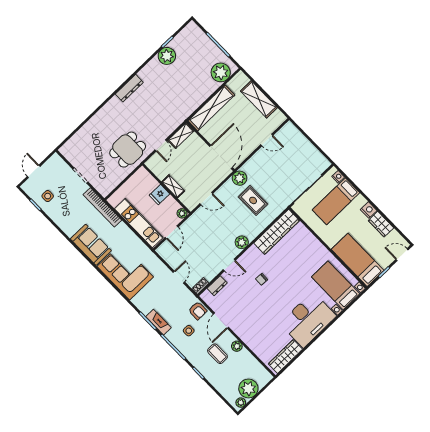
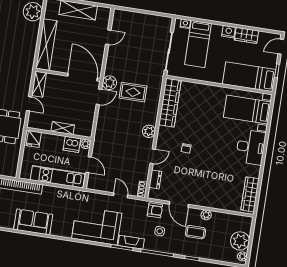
fridge: (159, 195) -> (34, 139), moved
door: (206, 199) -> (99, 97), moved
dishwasher: (171, 205) -> (72, 144), added
corner sofa: (125, 272) -> (97, 226), moved
desk: (308, 320) -> (251, 147), width x0.73, depth x0.77

